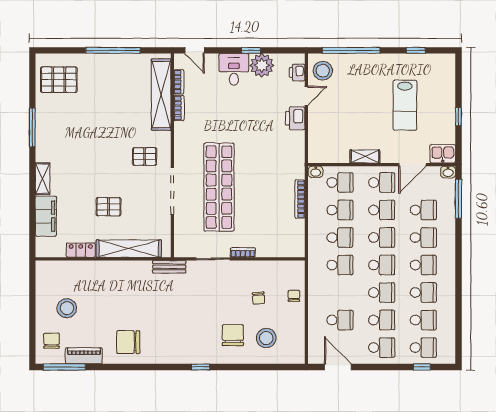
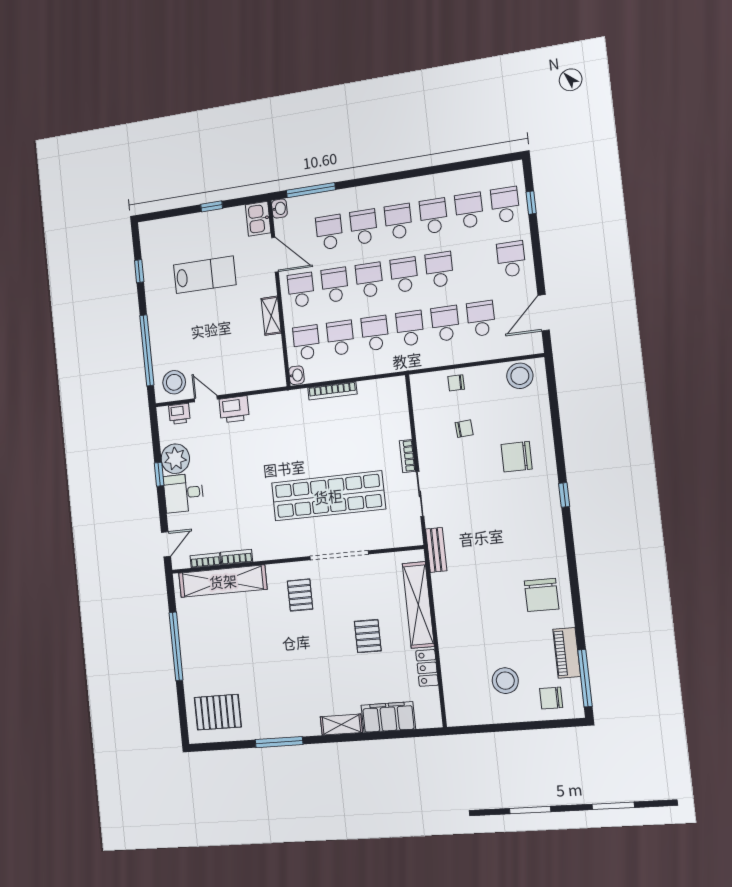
pallet: (59, 80) -> (218, 712), turned 90
school desk: (382, 320) -> (445, 323), moved
stool: (266, 338) -> (520, 376), moved

